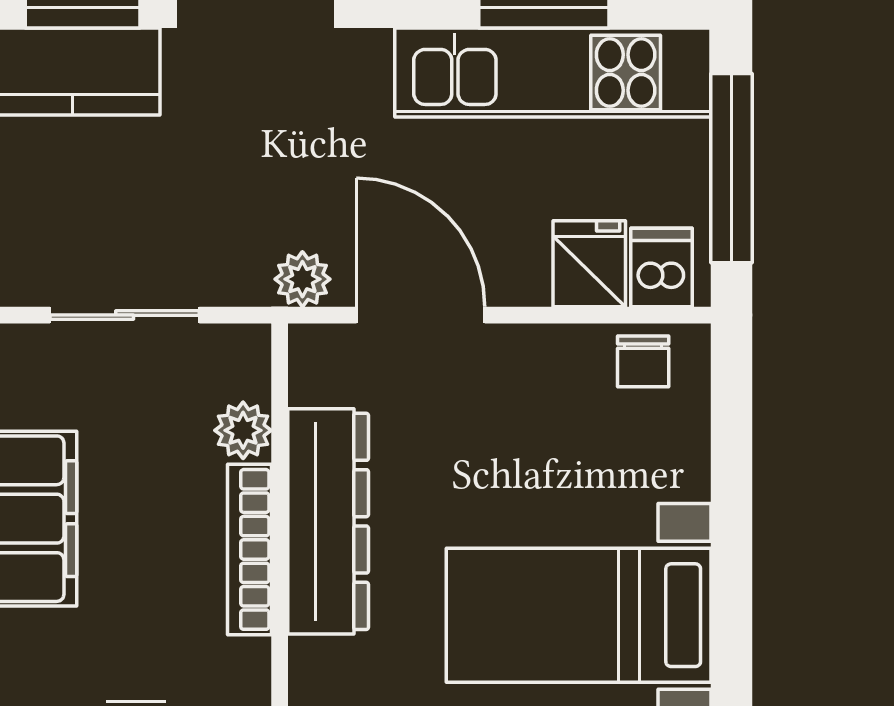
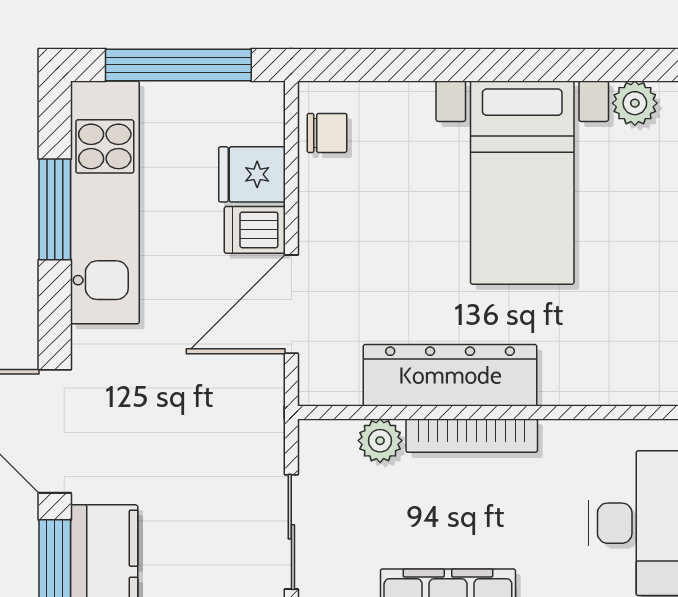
dishwasher: (661, 267) -> (255, 230), moved
plant: (302, 279) -> (264, 395), removed

